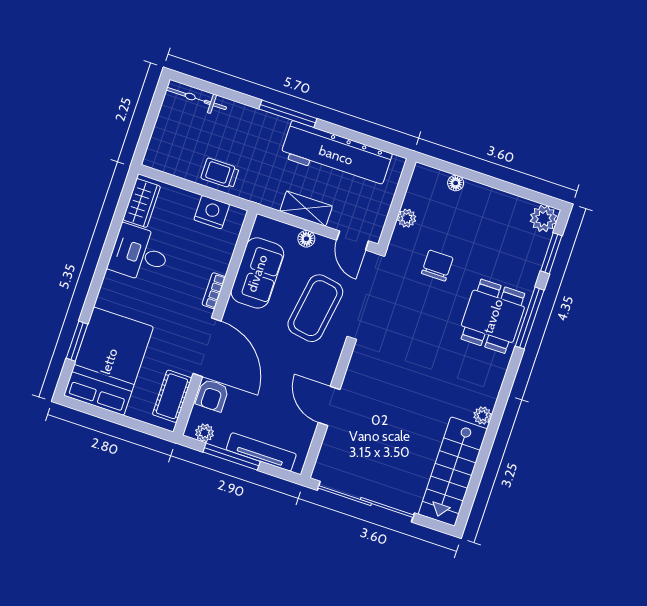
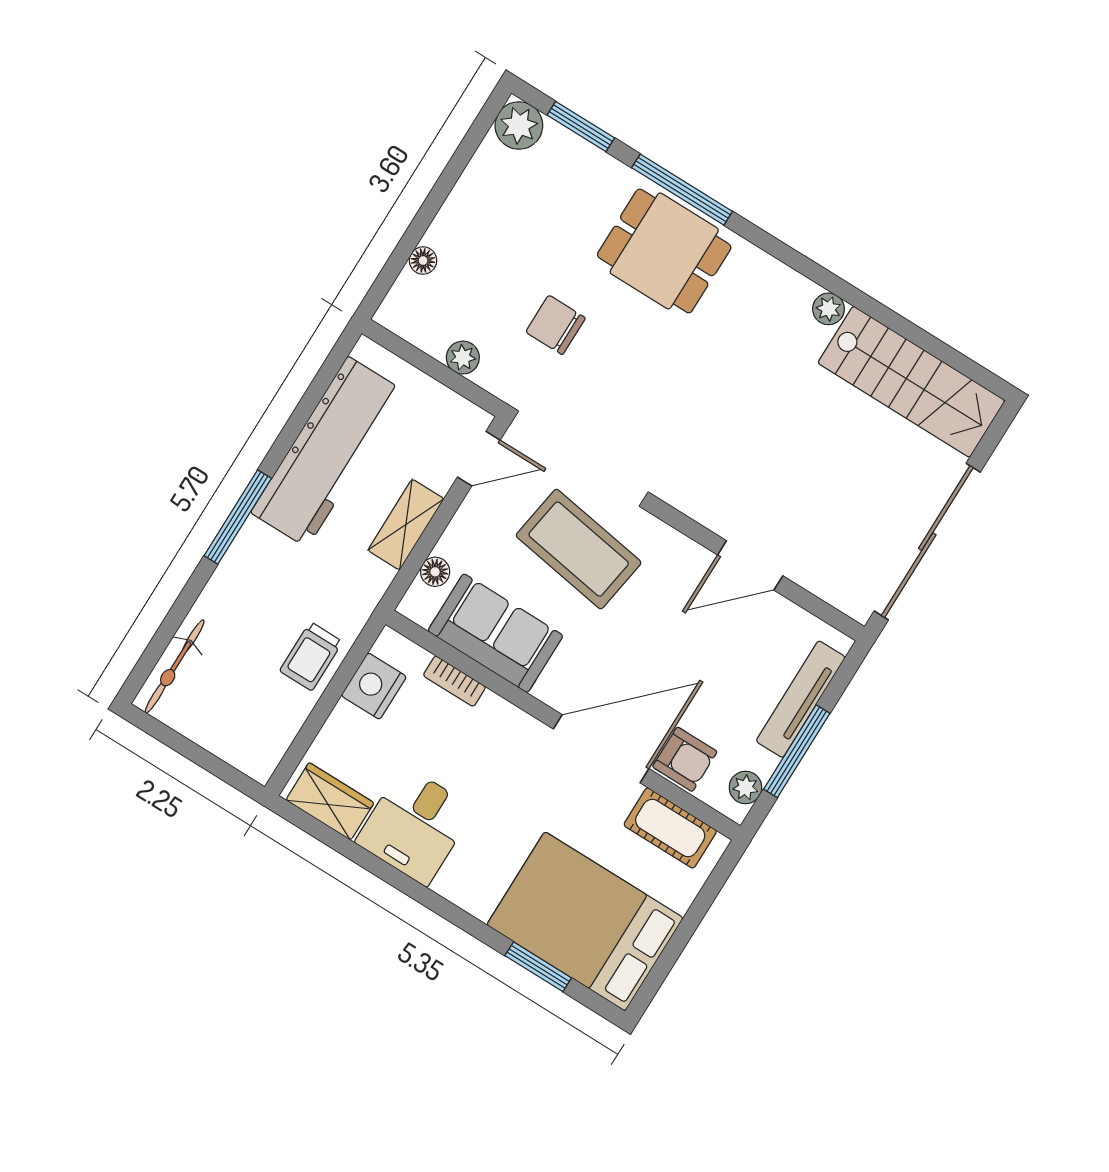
floor lamp: (306, 239) -> (435, 572), moved
bookcase: (214, 291) -> (454, 681), moved

